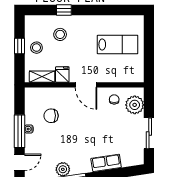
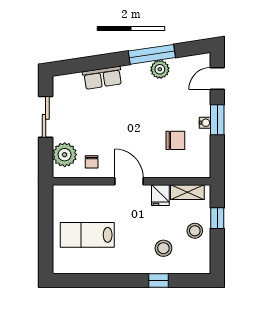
window: (20, 46) -> (217, 218), moved
window: (20, 131) -> (217, 120), width x0.69

